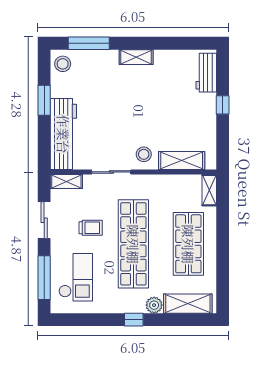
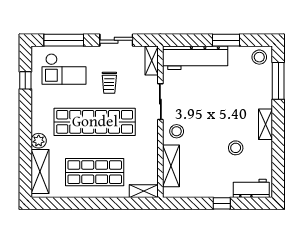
stool: (162, 90) -> (236, 148), added
window: (134, 320) -> (25, 80), moved

